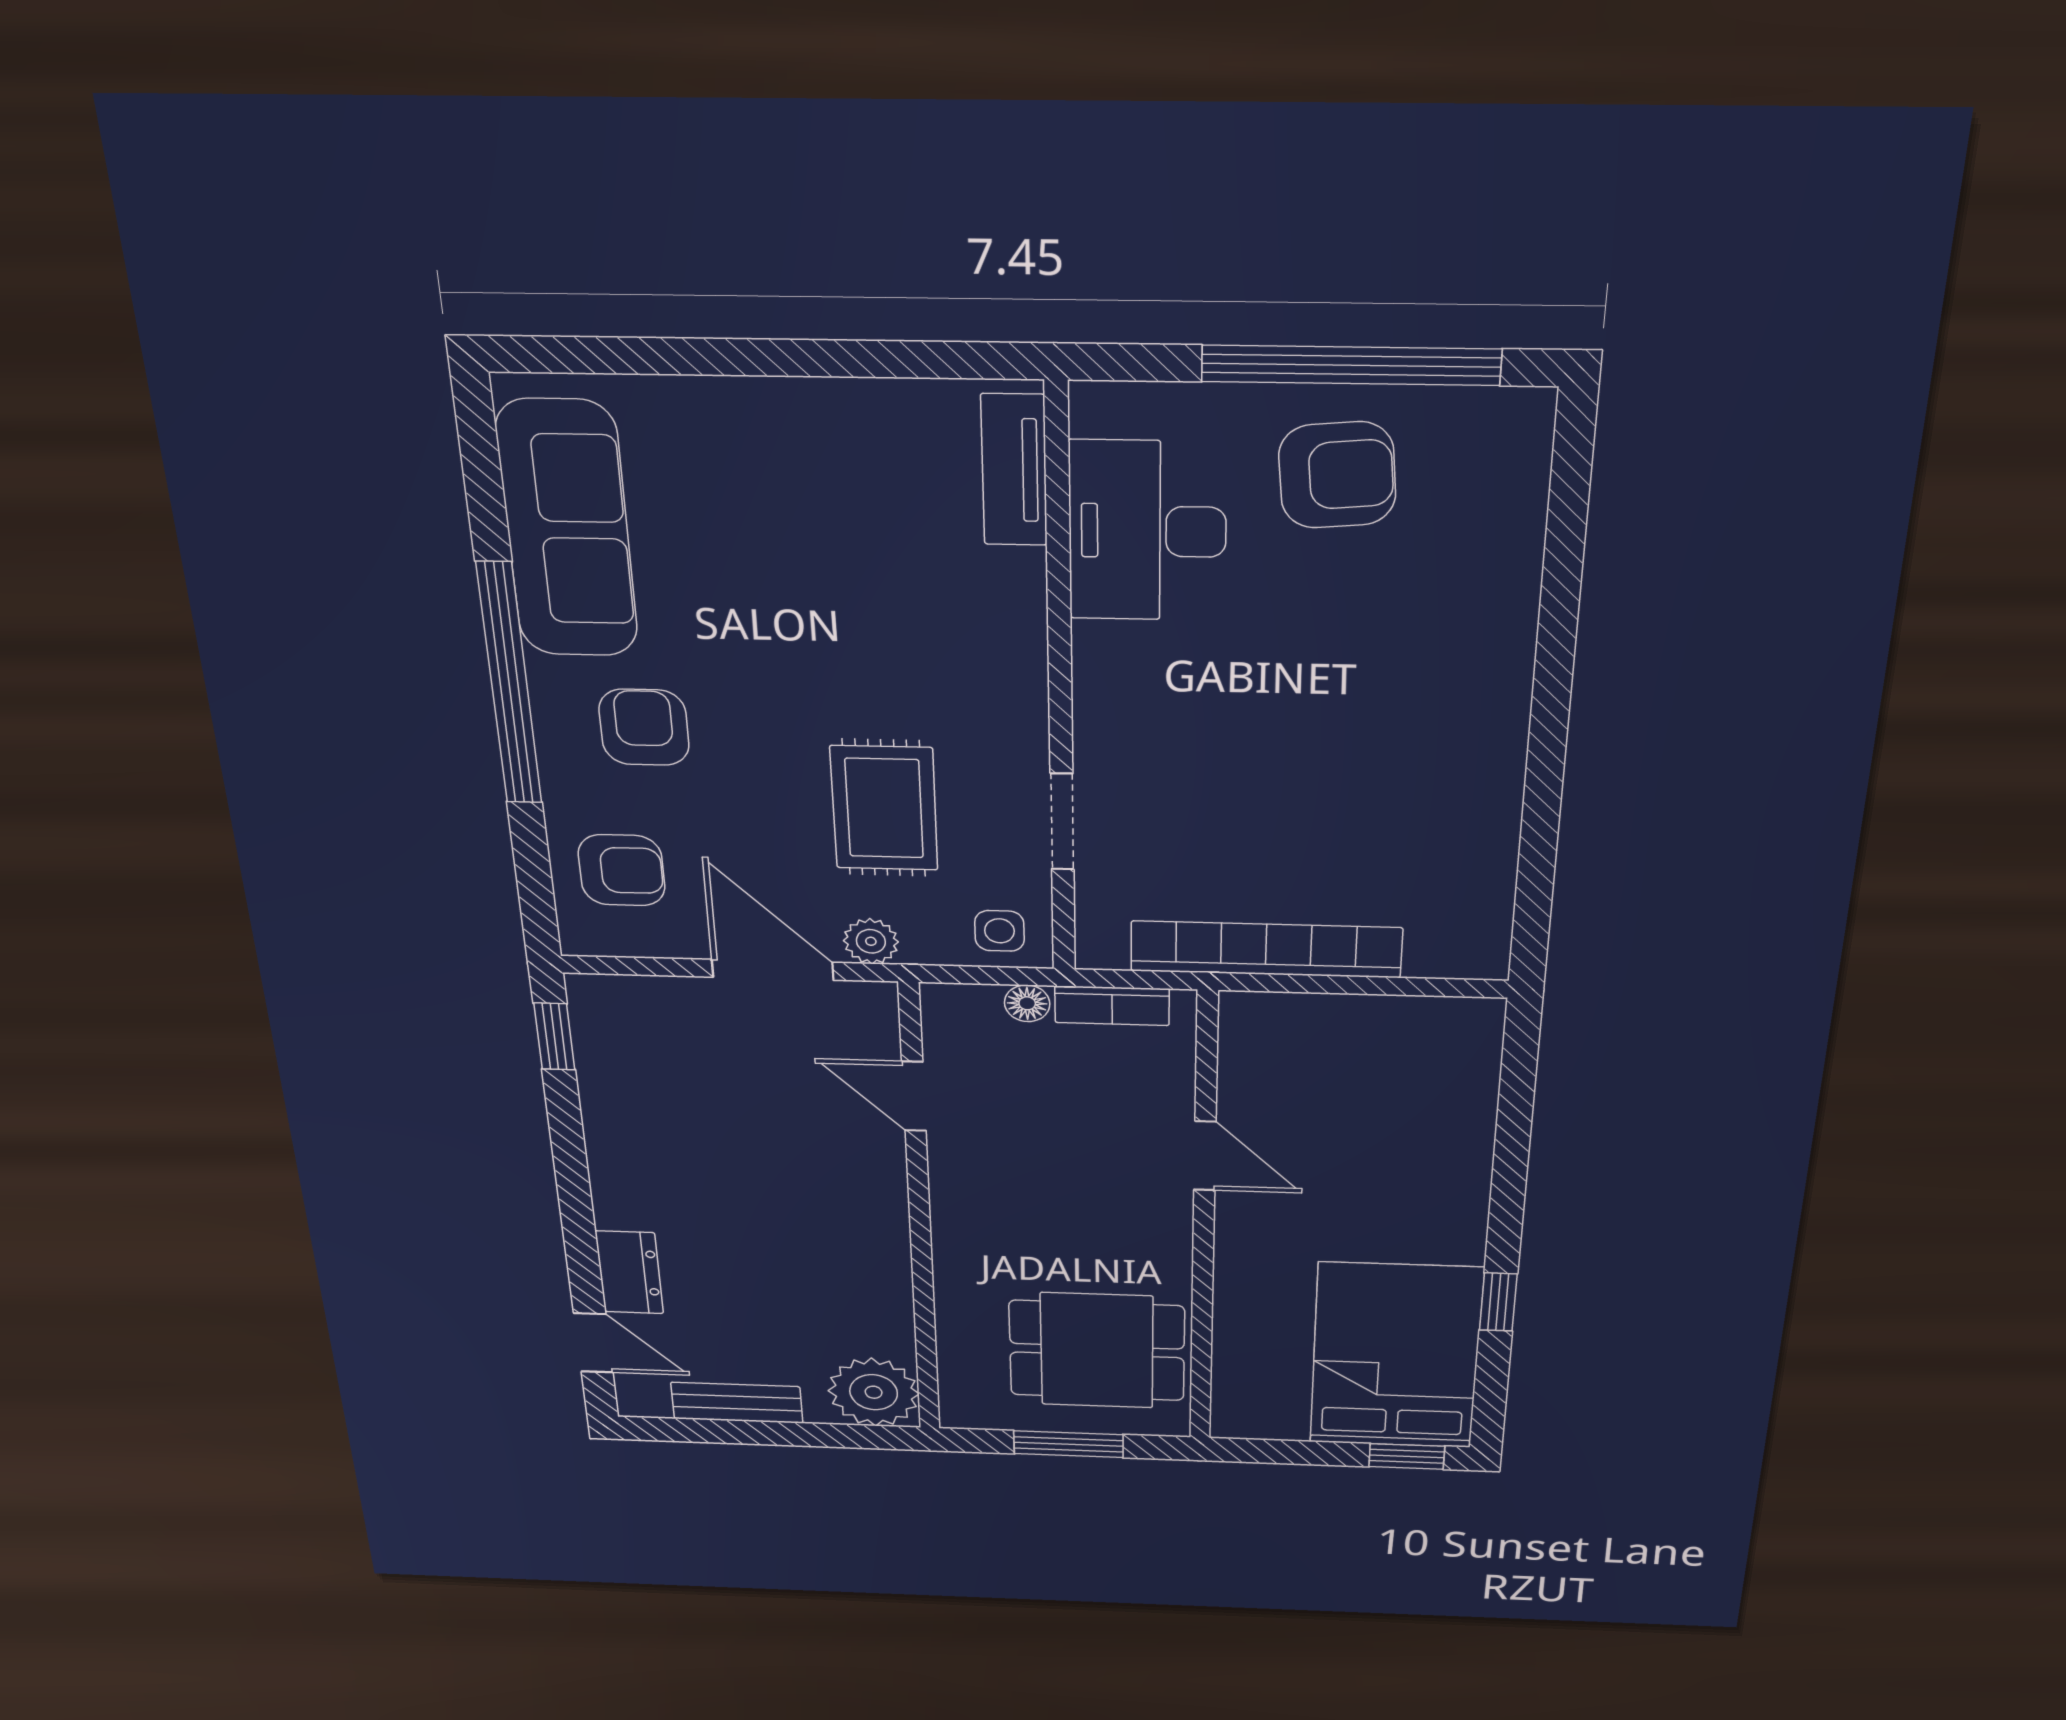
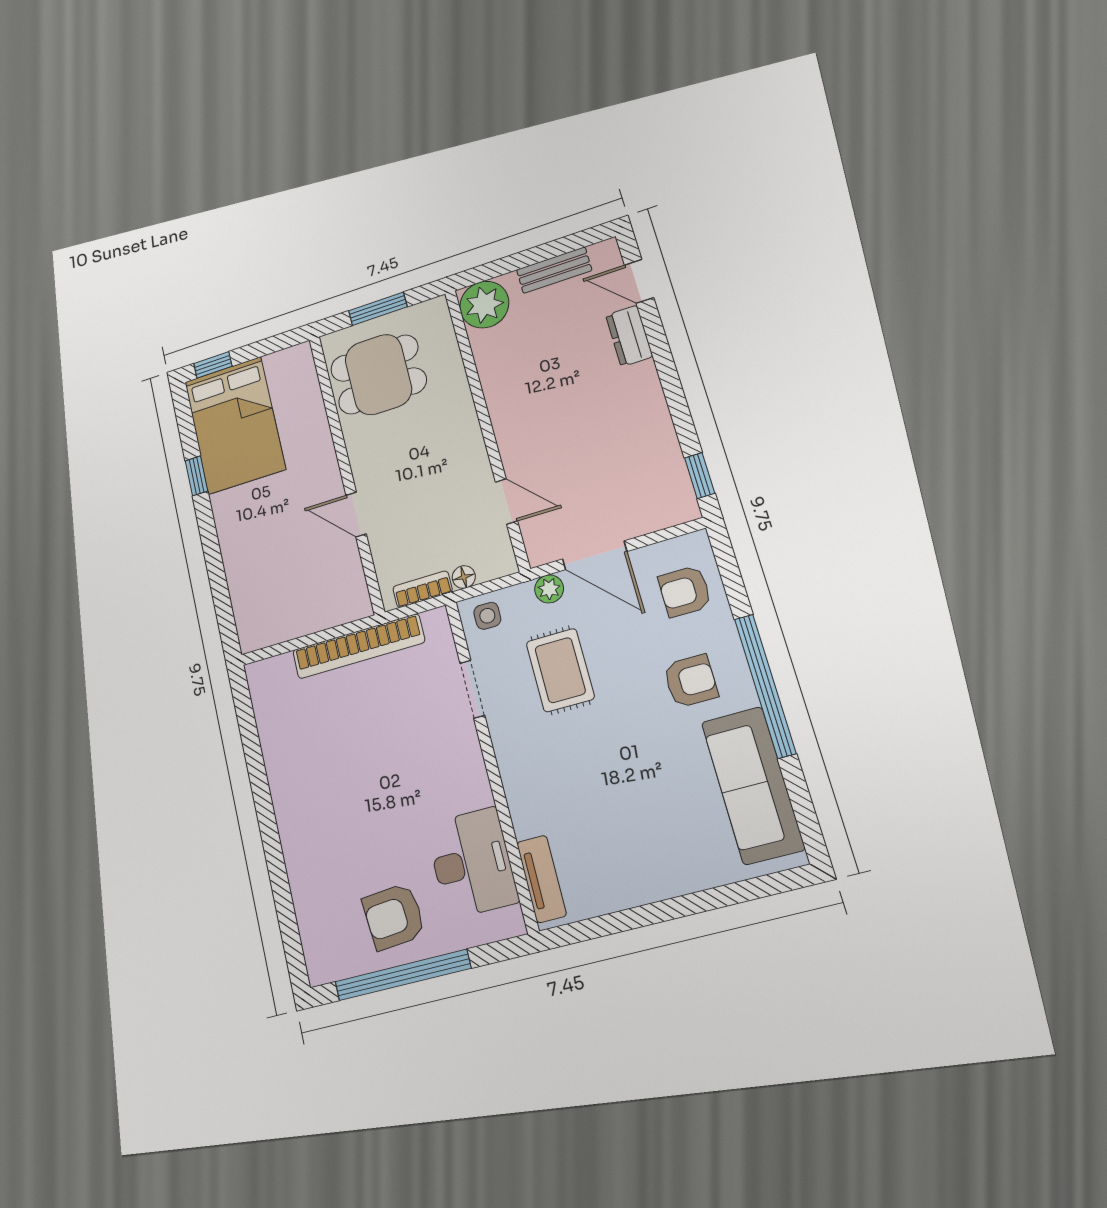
armchair: (644, 727) -> (691, 681), turned -90

